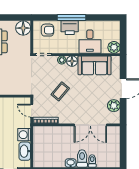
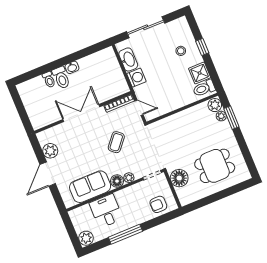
window: (72, 18) -> (125, 234), moved
floor lamp: (23, 28) -> (179, 178), moved
printer: (70, 28) -> (135, 217), removed
plant: (114, 47) -> (86, 238), moved
double door: (90, 125) -> (81, 113), moved

